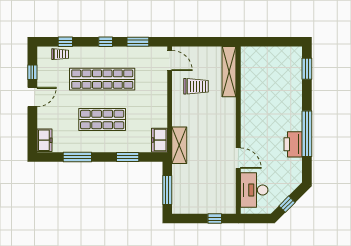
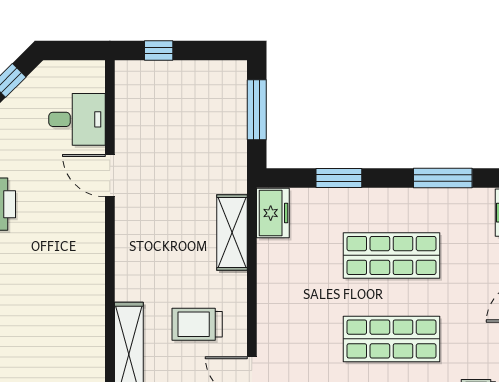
shop shelf: (102, 79) -> (391, 339), width x0.71
shelving: (179, 145) -> (232, 233), moved
desk: (254, 190) -> (77, 119), width x0.73

